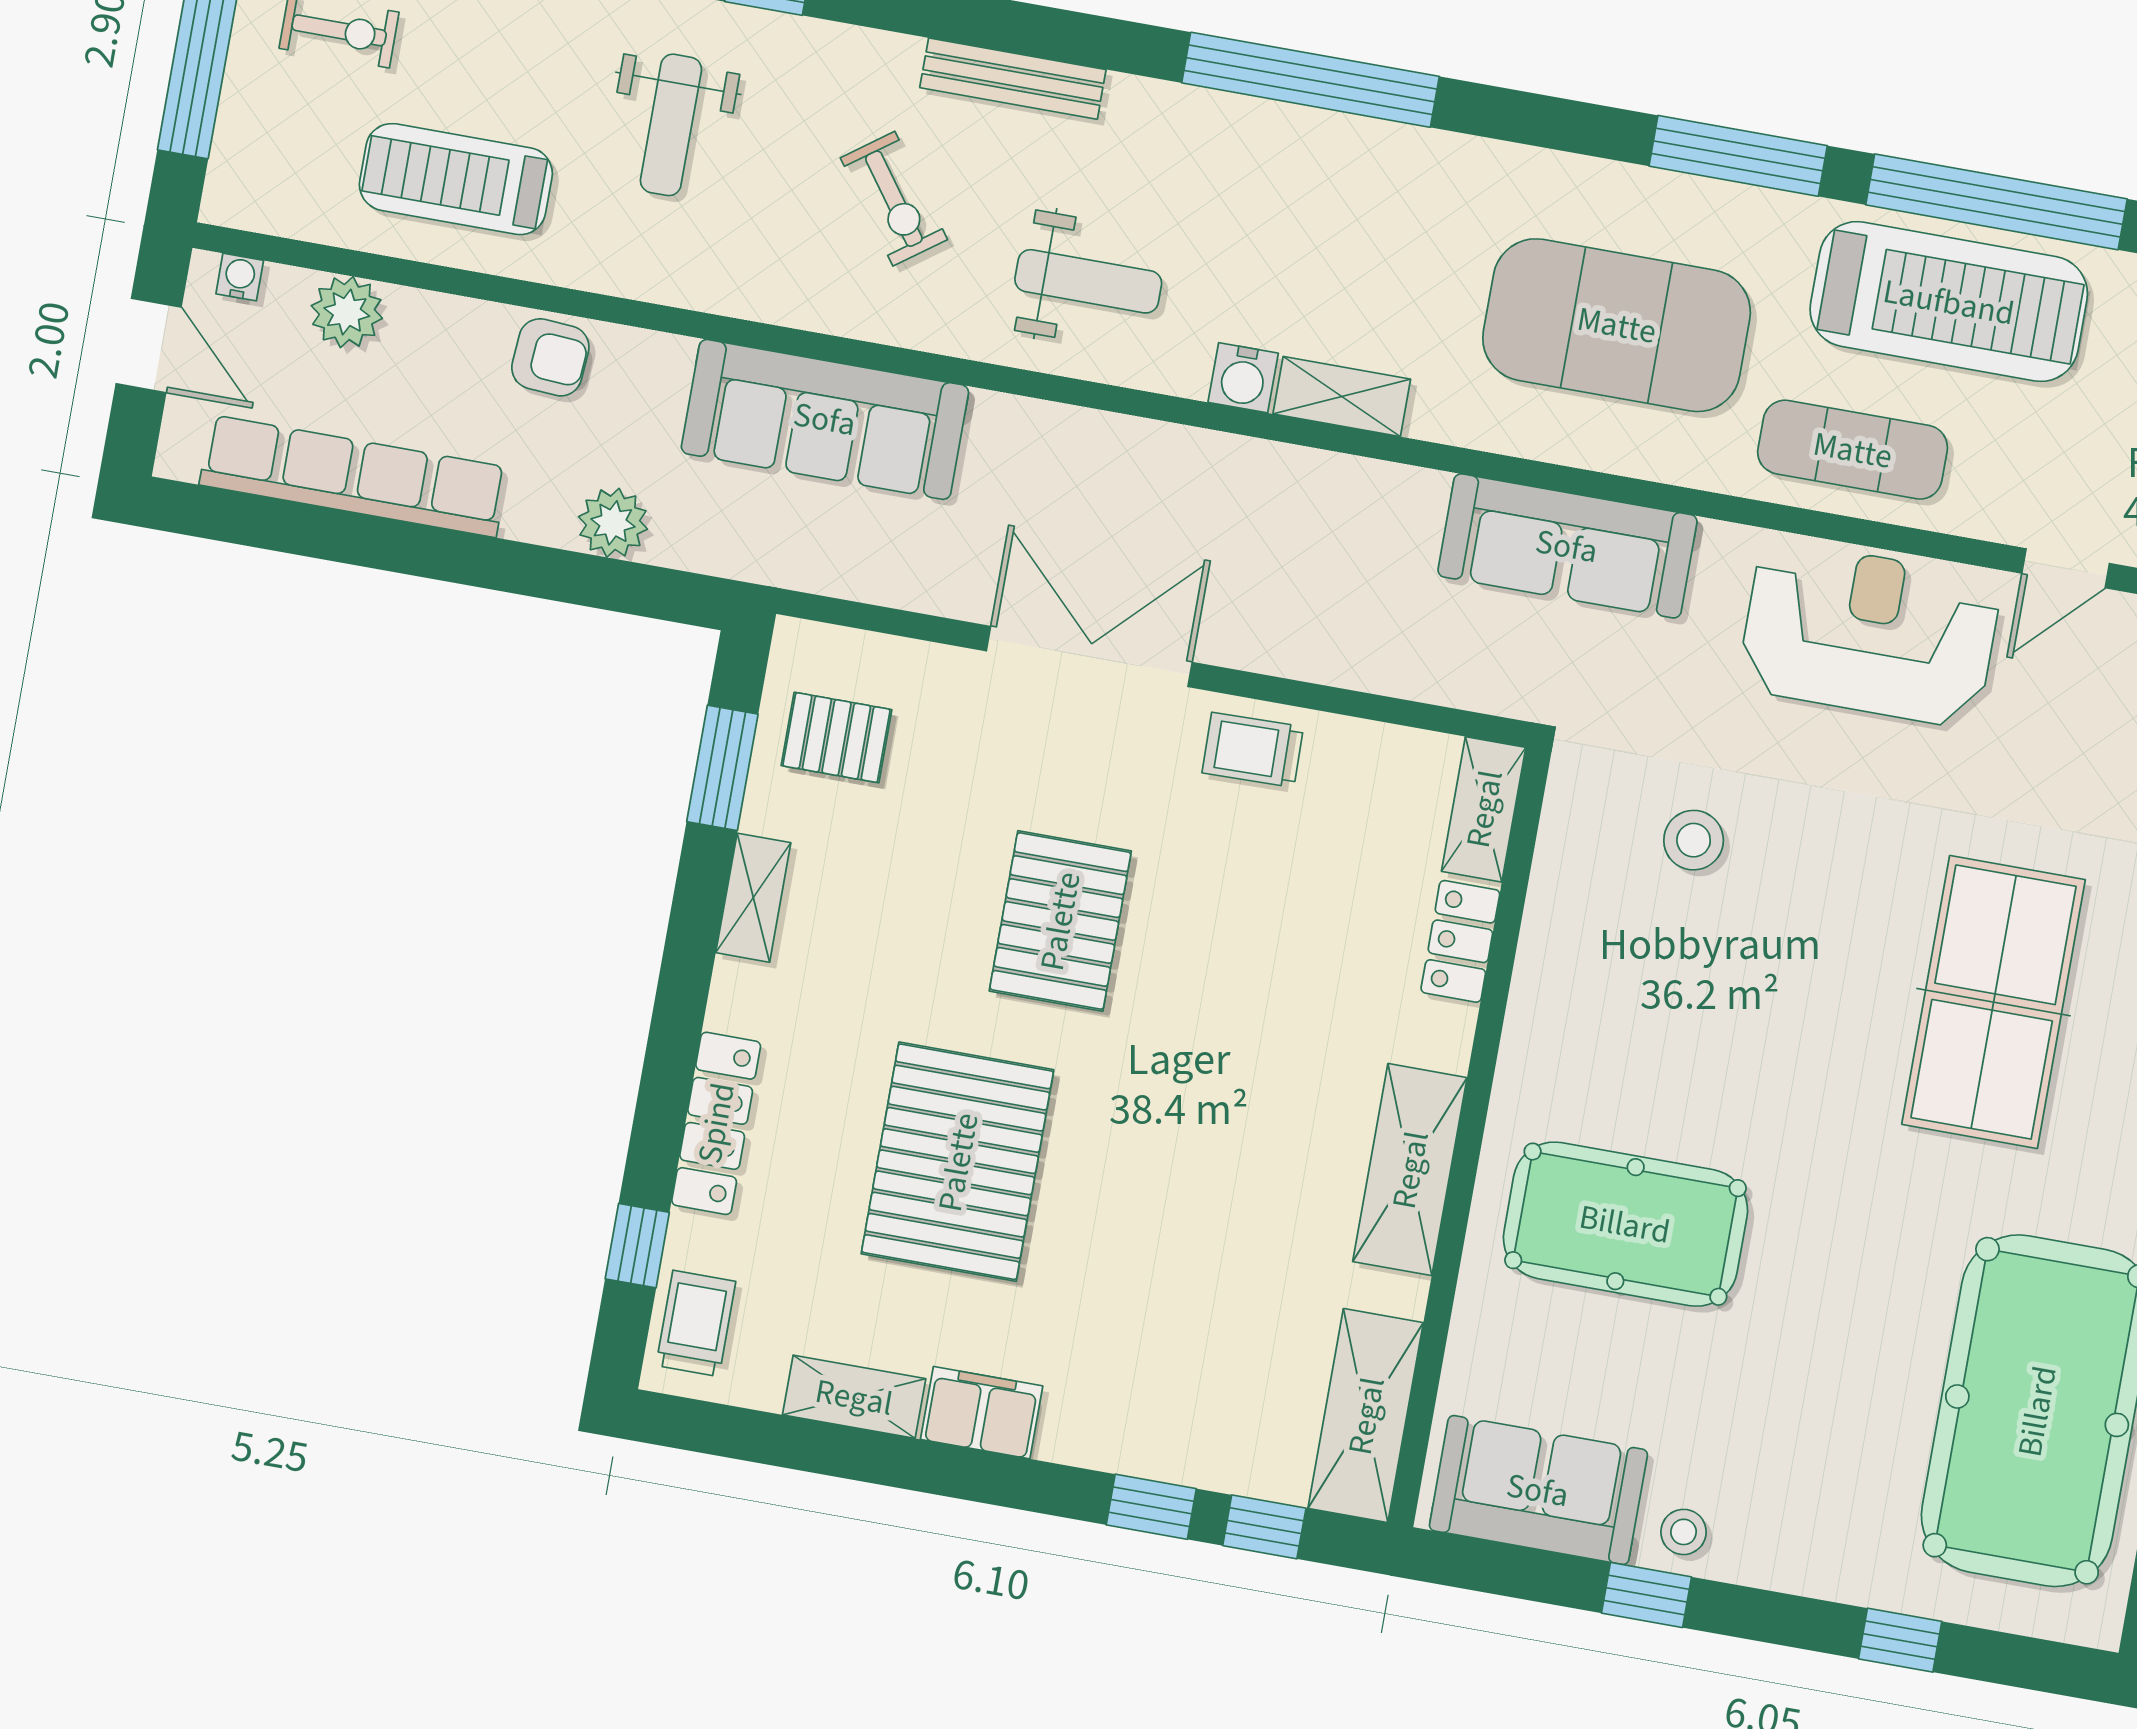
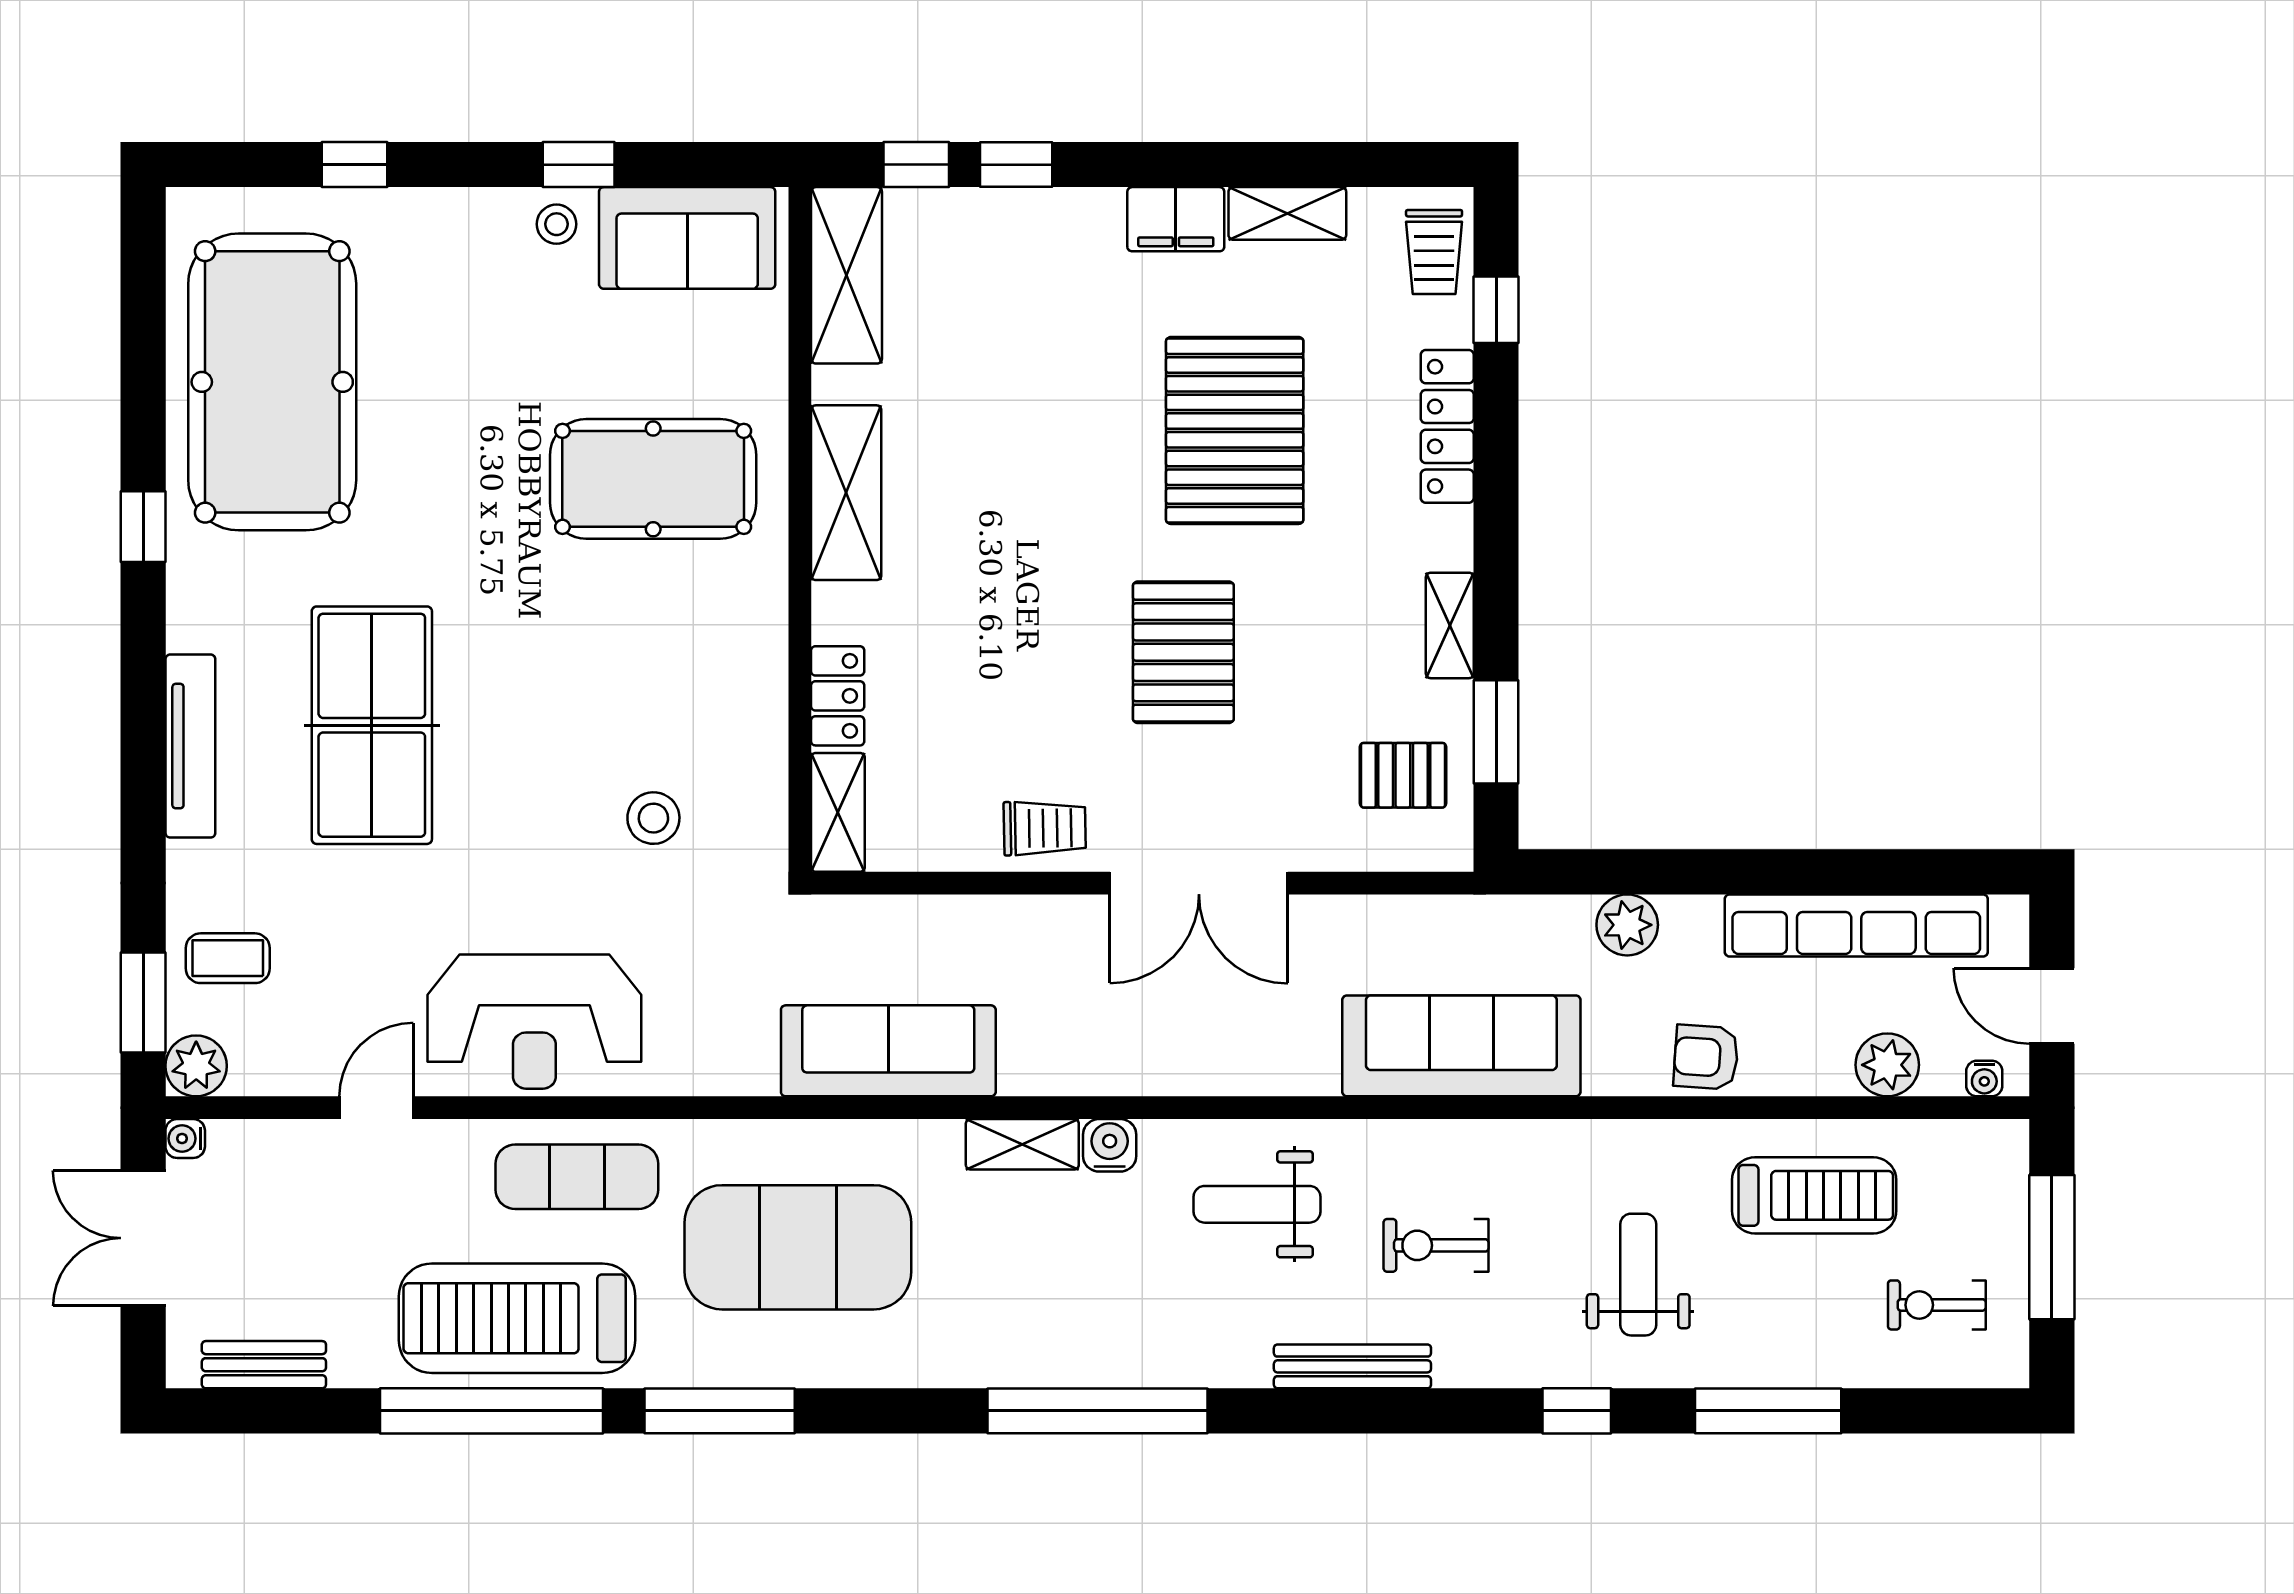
exercise bike: (894, 199) -> (1436, 1245), turned -54
sofa: (1567, 546) -> (888, 1051), moved

